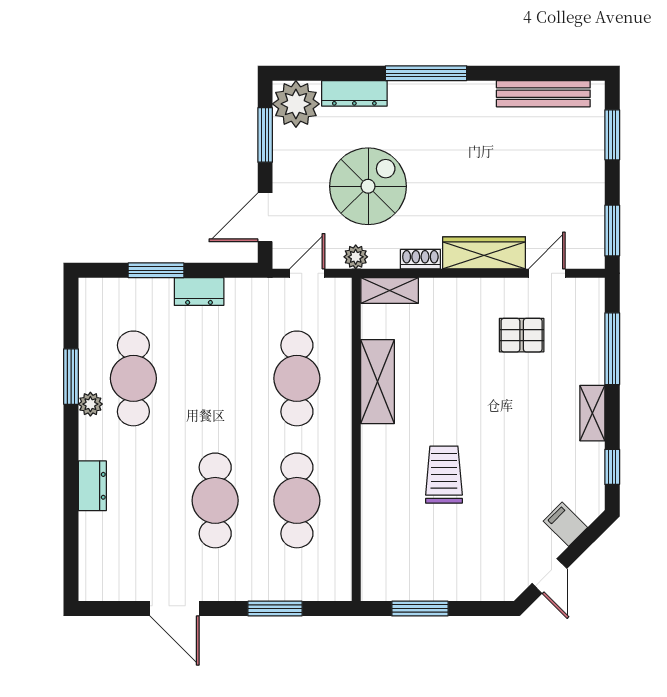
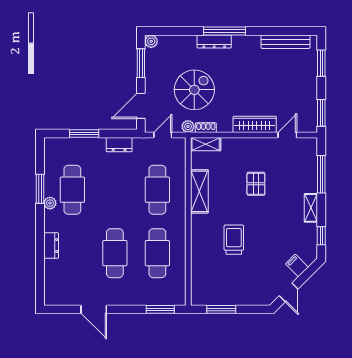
dresser: (354, 93) -> (214, 42), moved
plant: (296, 104) -> (151, 41), width x0.53, depth x0.53
shoe rack: (420, 259) -> (206, 128), moved
dresser: (199, 292) -> (119, 145), moved
pallet: (522, 335) -> (256, 184), moved, turned 90
window: (275, 609) -> (160, 309), moved

